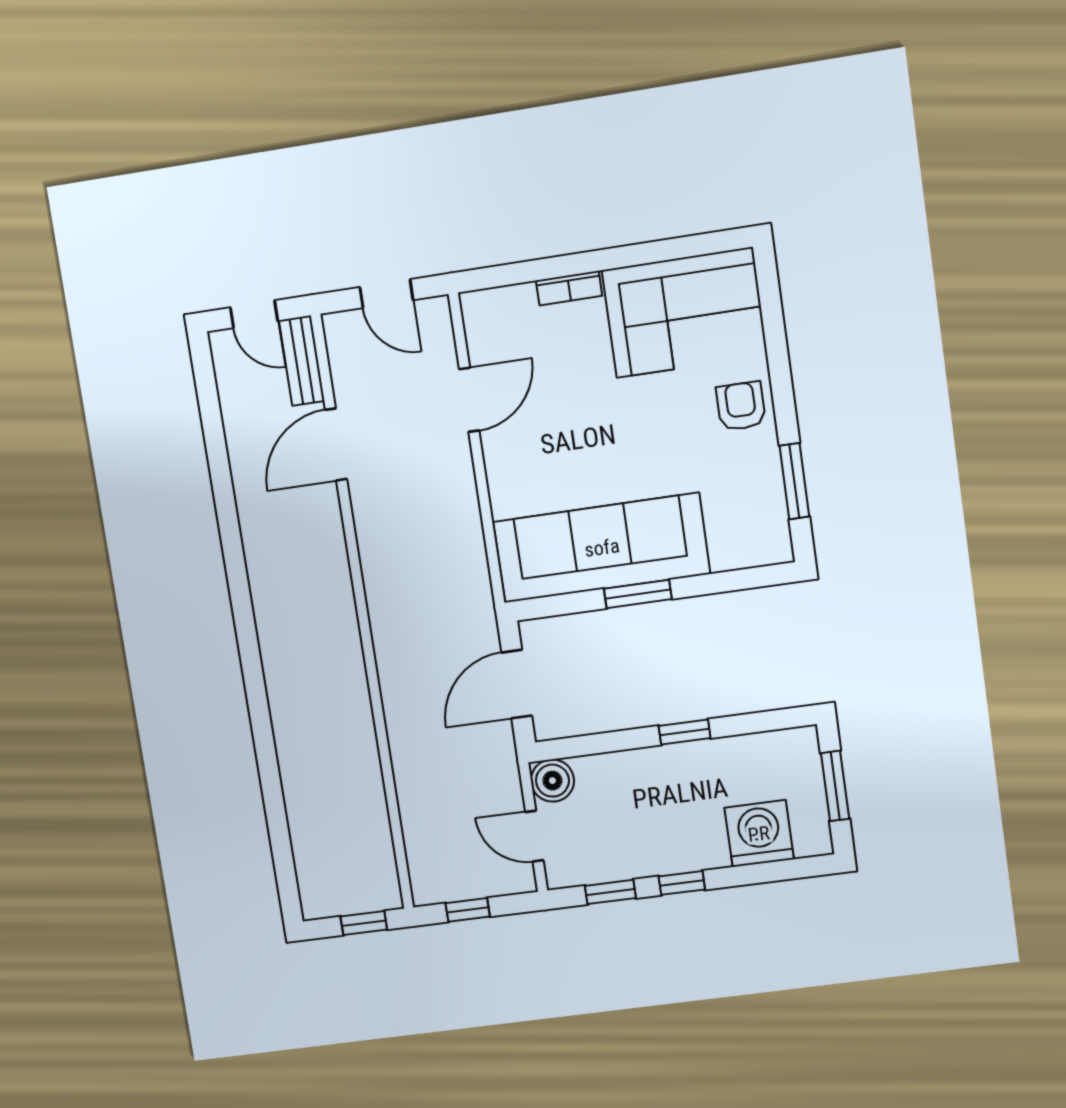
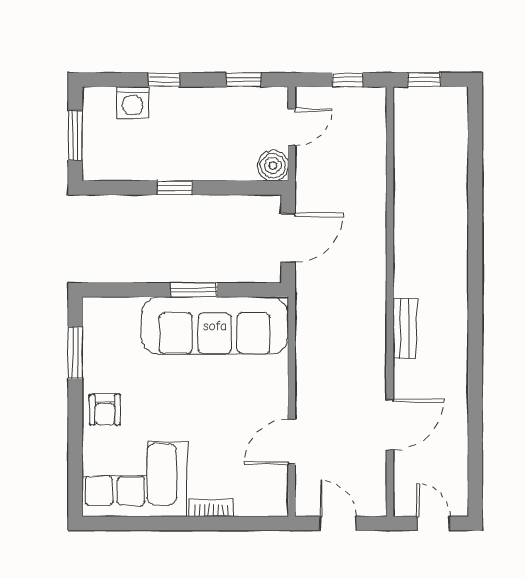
bench: (302, 361) -> (405, 329), moved
washing machine: (759, 834) -> (133, 102), width x0.73, depth x0.73
door: (534, 836) -> (292, 127), hinge flipped
window: (682, 883) -> (164, 80), moved

